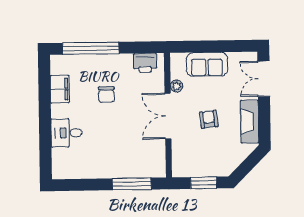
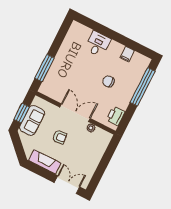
sofa: (207, 64) -> (32, 120), moved, turned 180
filing cabinet: (60, 89) -> (127, 54), width x0.50

